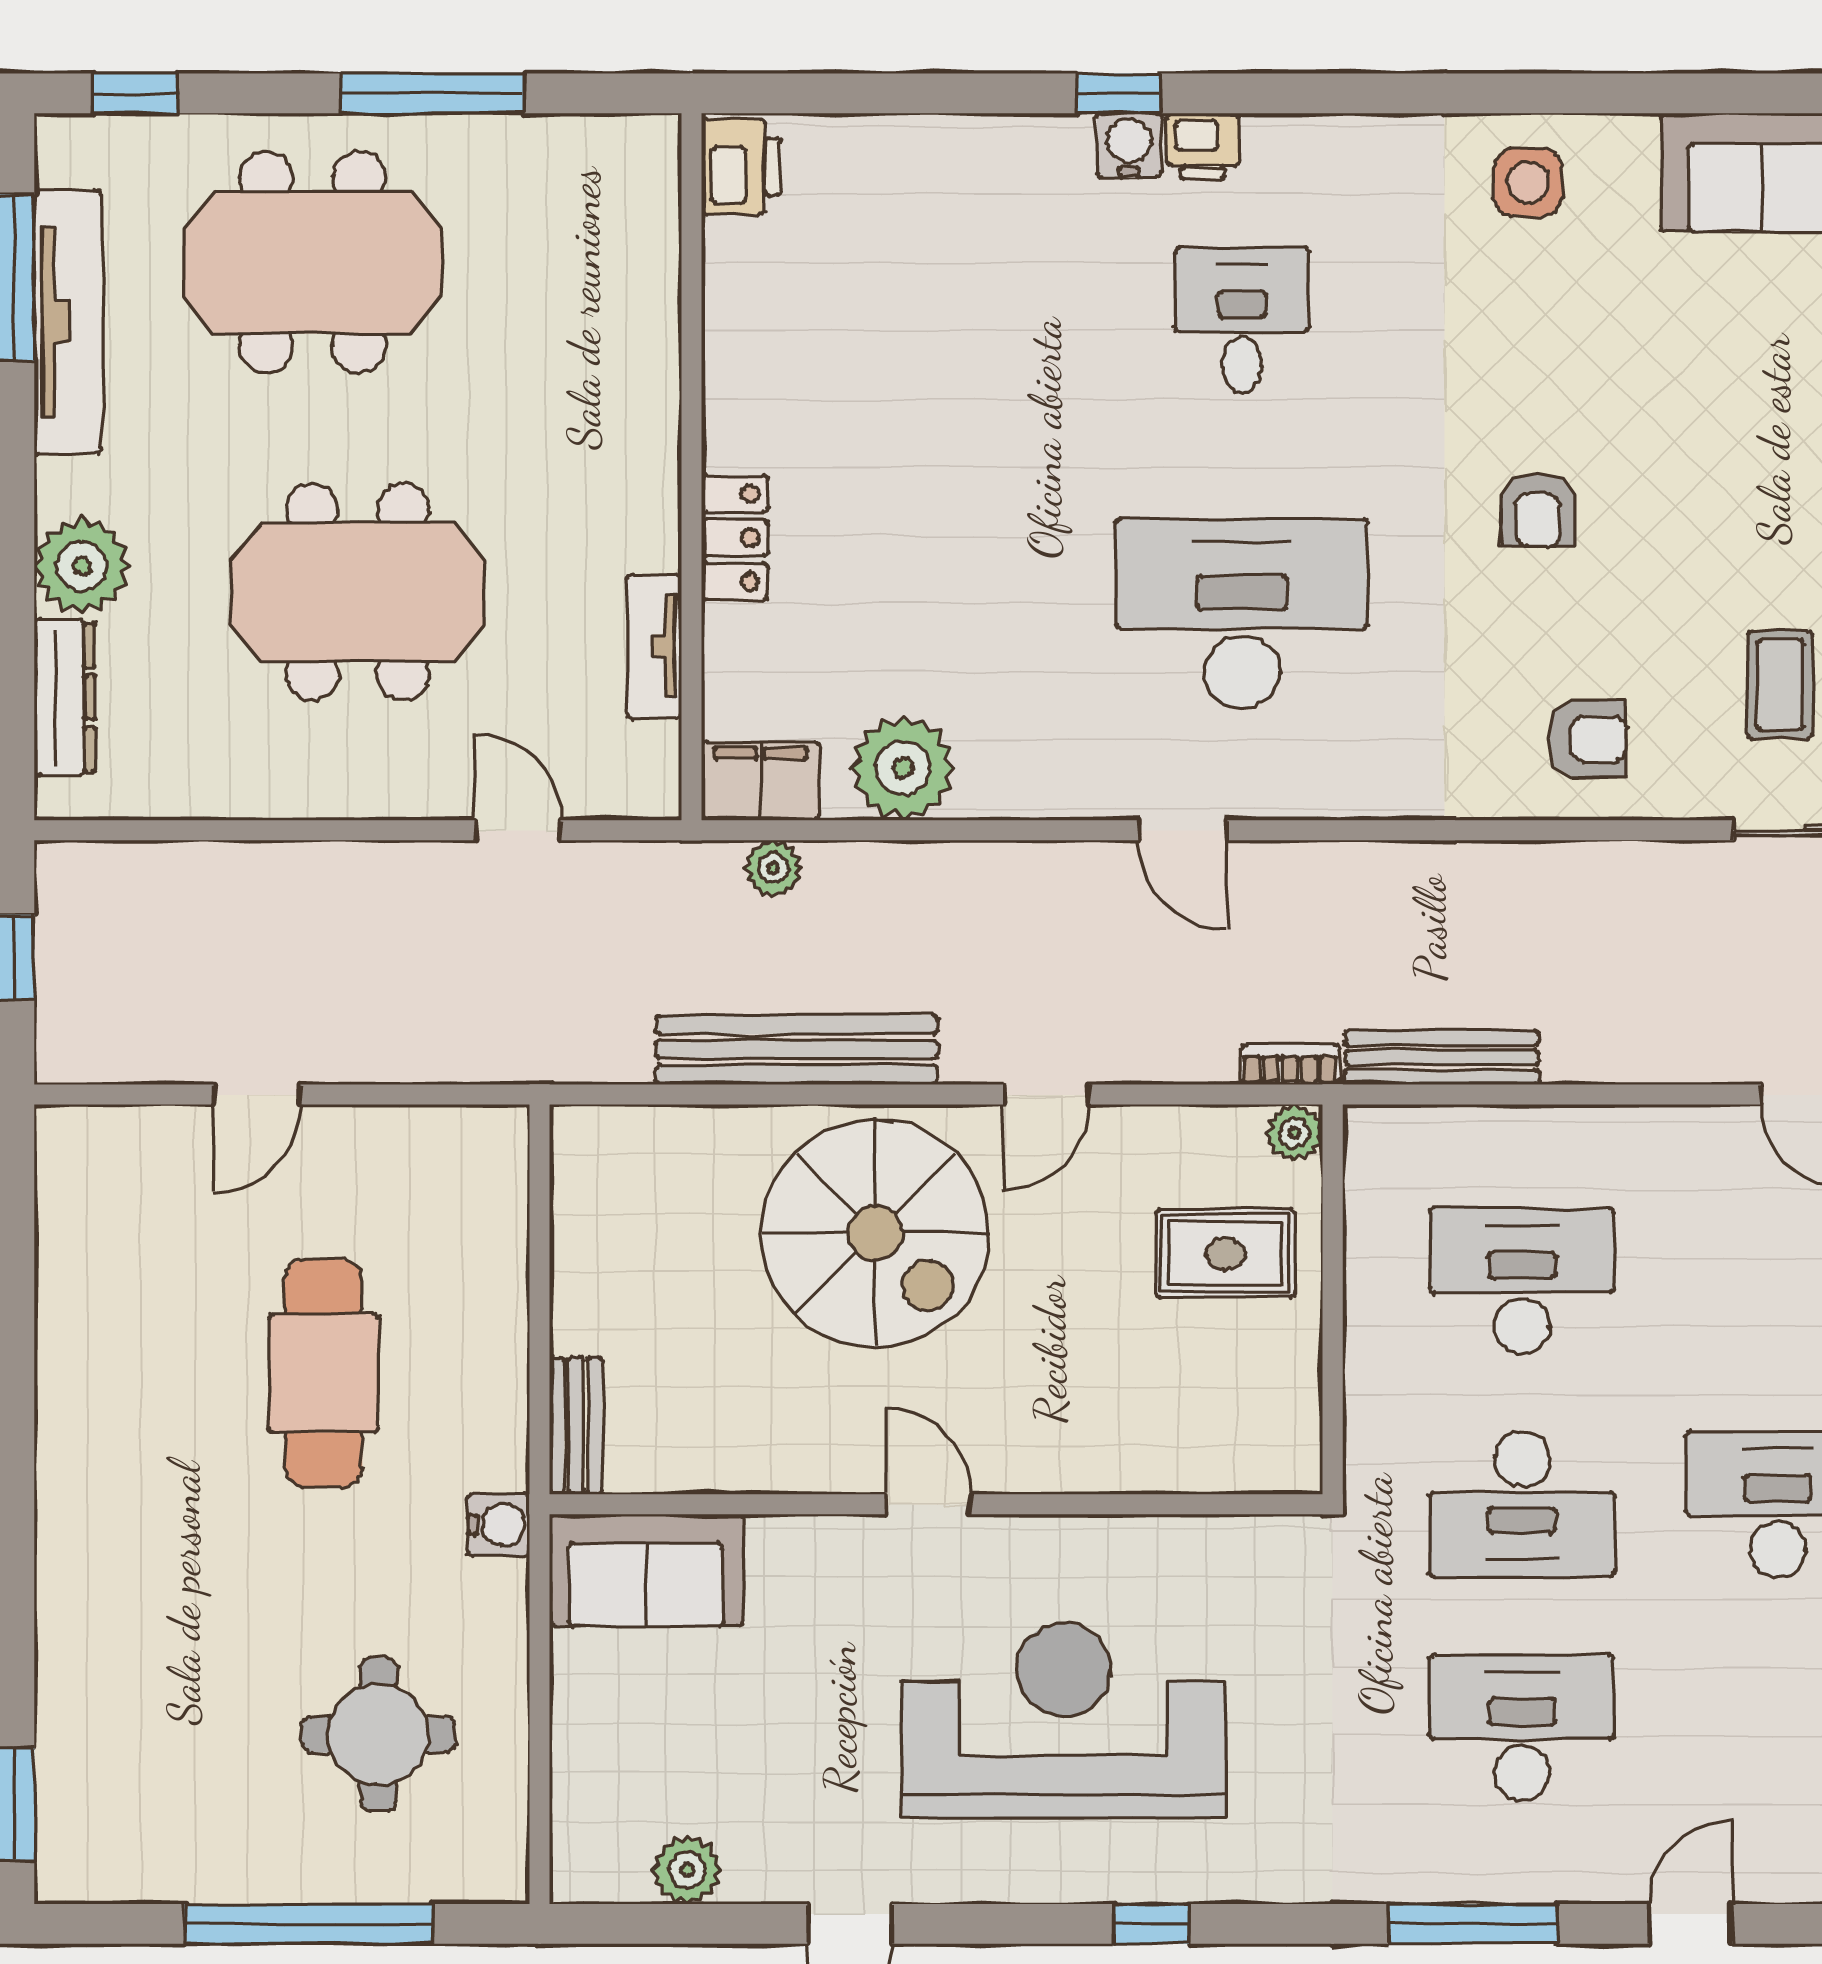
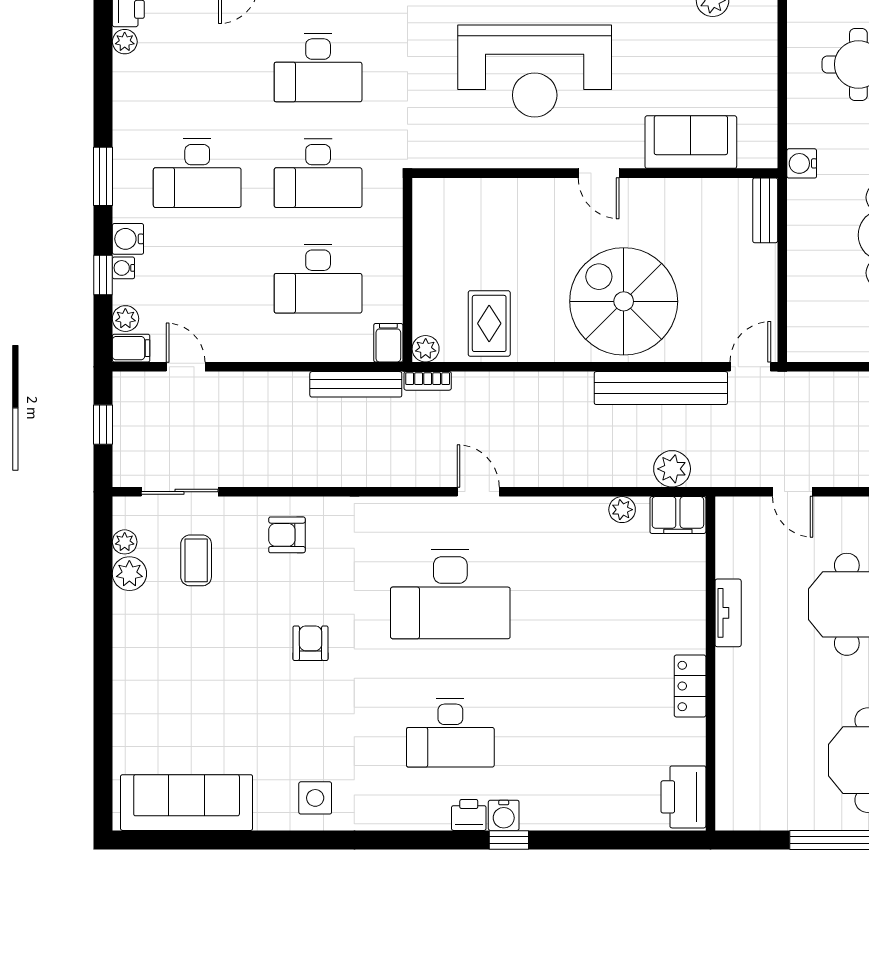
printer: (741, 167) -> (683, 797), width x1.37, depth x1.19
desk: (1242, 320) -> (450, 733), width x1.37
locker: (735, 538) -> (690, 686), moved
tv unit: (654, 646) -> (728, 613), moved
plant: (903, 768) -> (622, 510), width x0.53, depth x0.53
plant: (773, 868) -> (672, 469), width x1.38, depth x1.38
door: (1046, 1095) -> (750, 367), moved
filing cabinet: (1373, 1145) -> (388, 343), added
rug: (1225, 1253) -> (489, 323), moved, turned 90
desk: (1522, 1504) -> (318, 173), turned 180
sofa: (646, 1570) -> (691, 142), moved

